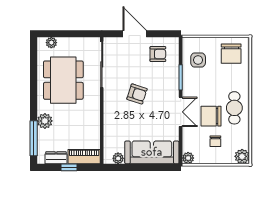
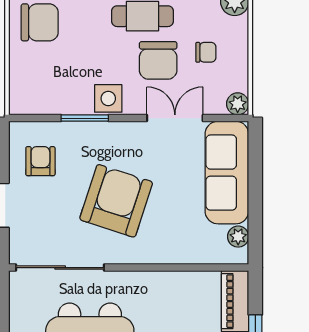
side table: (198, 60) -> (108, 98), moved
armchair: (137, 94) -> (116, 201), width x1.88, depth x1.88
double door: (181, 112) -> (175, 118), moved

